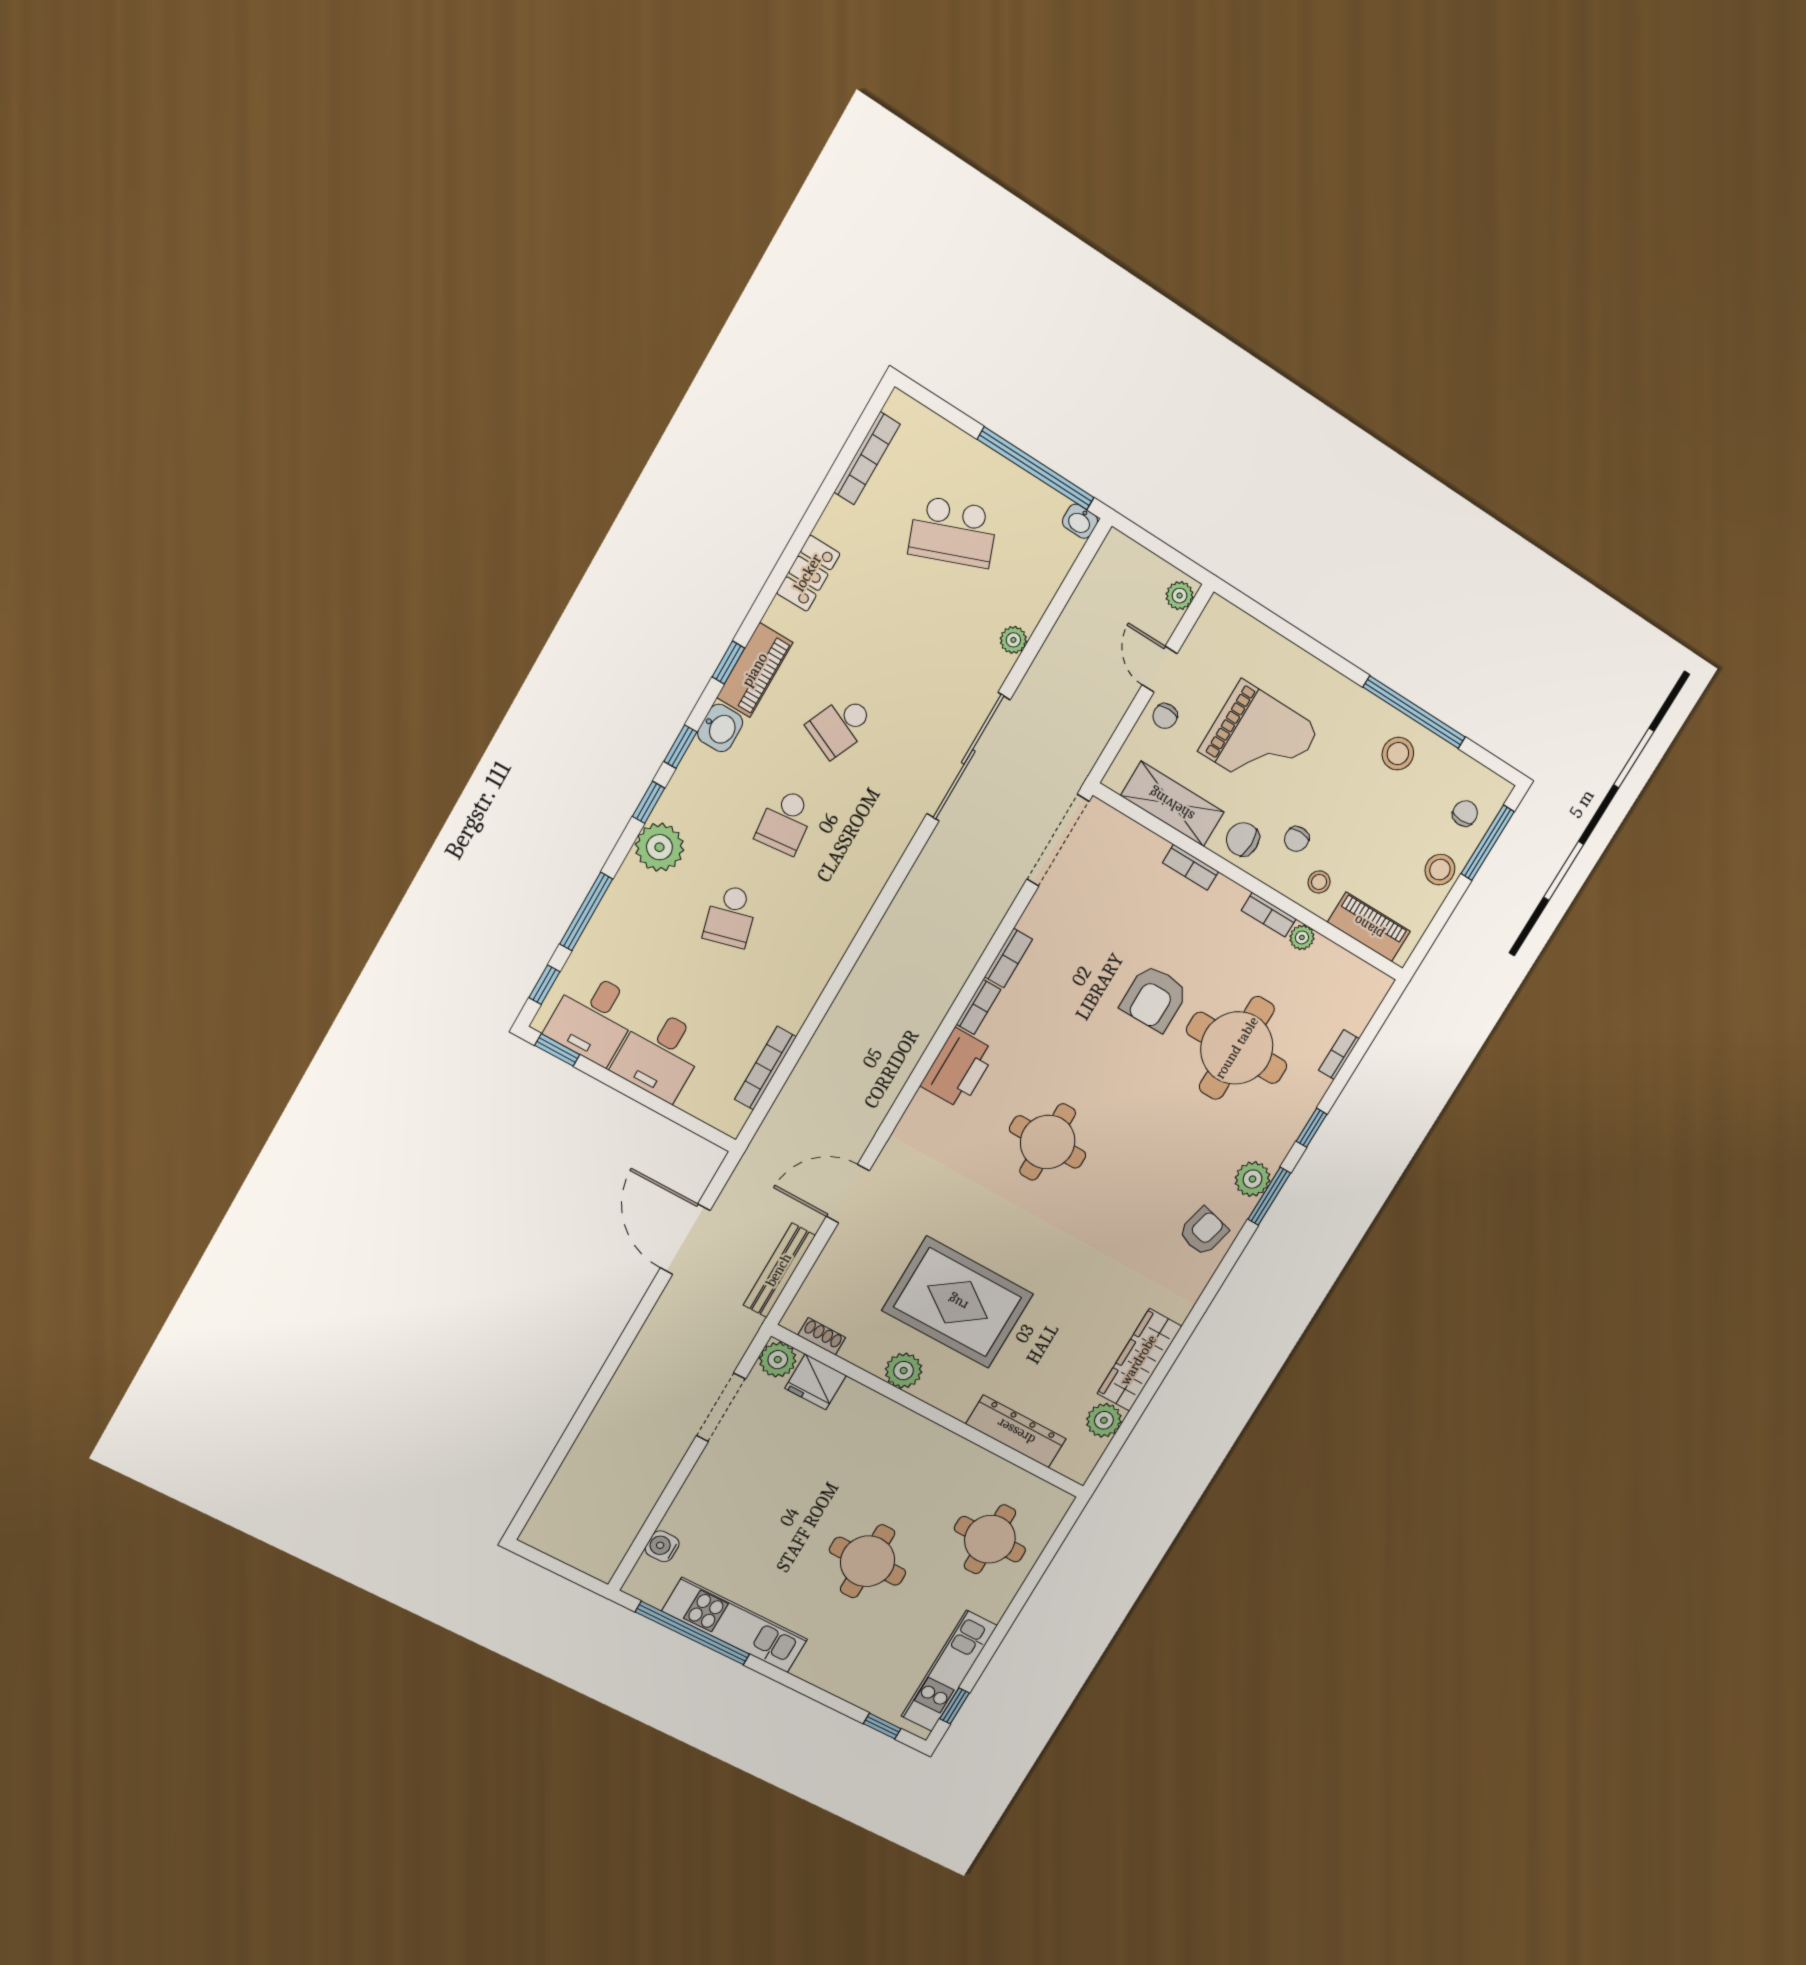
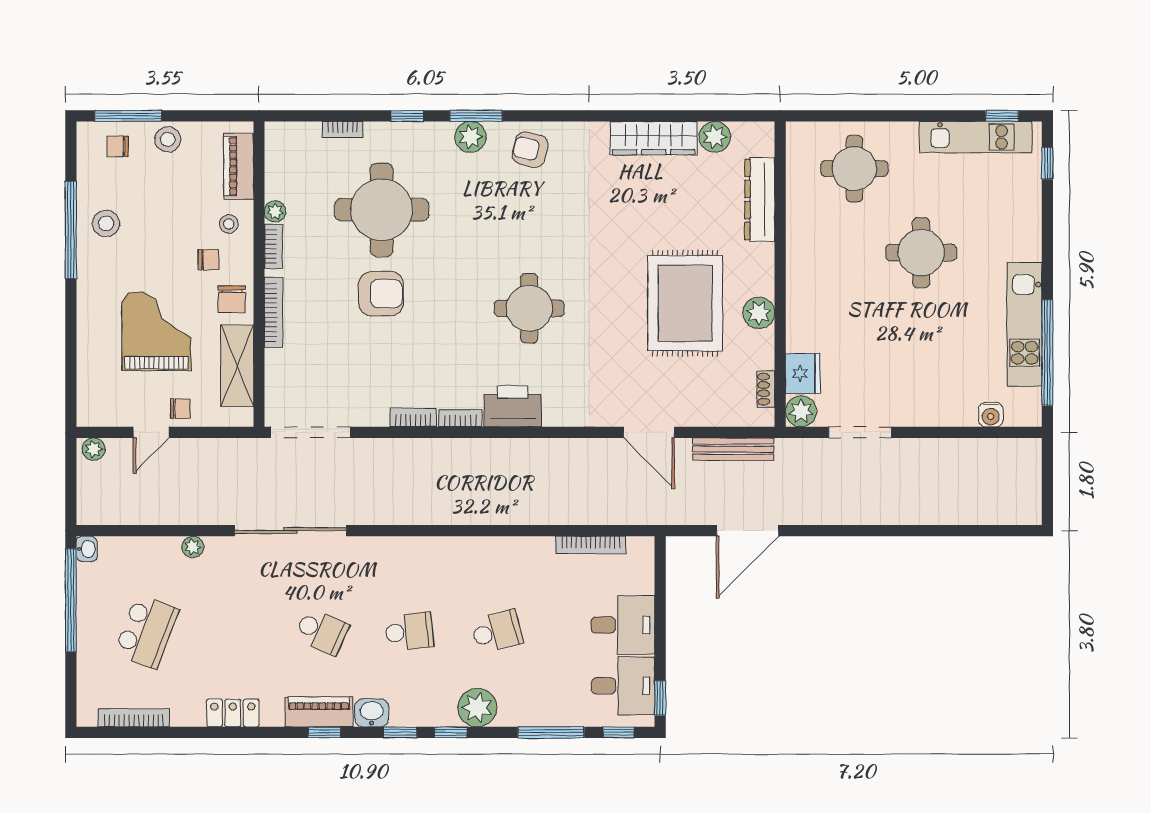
school desk: (953, 532) -> (146, 631), turned 42
bookcase: (1190, 867) -> (273, 312), width x1.56

